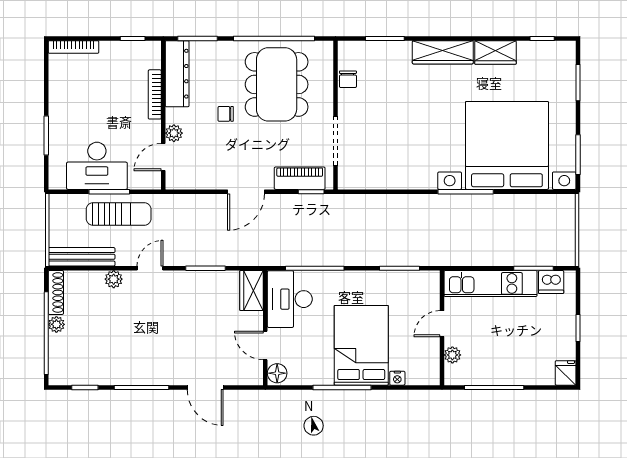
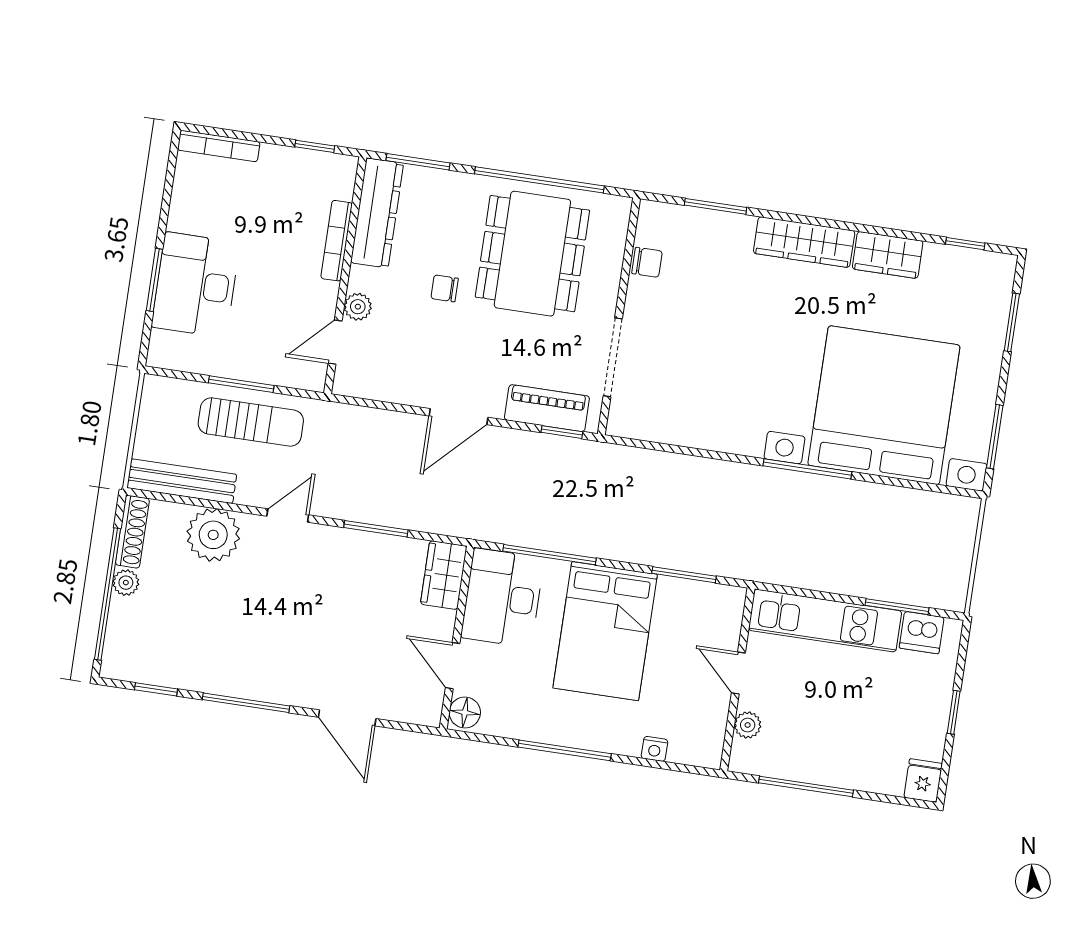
chair: (348, 79) -> (647, 262), turned -90
desk: (97, 166) -> (196, 285), moved, turned 90
plant: (114, 279) -> (213, 535), width x1.88, depth x1.88
door: (442, 324) -> (738, 673), hinge flipped
bed: (361, 345) -> (605, 631), moved, turned 180

